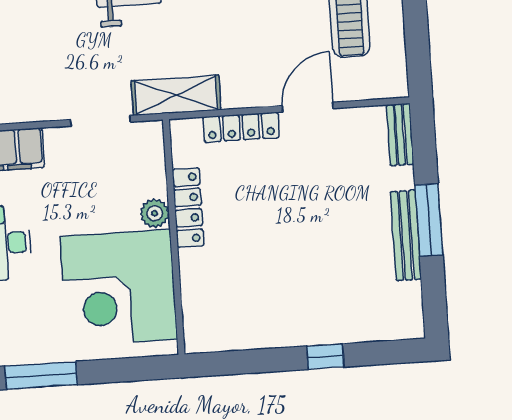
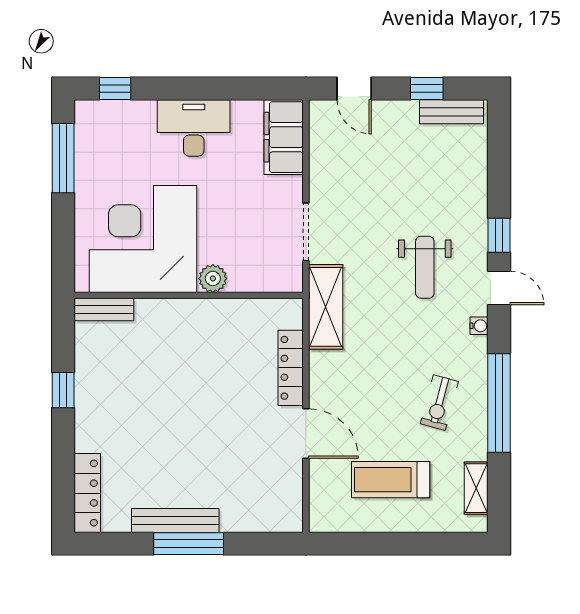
bench: (400, 135) -> (104, 310), moved
locker: (188, 208) -> (87, 493), moved, turned -90
window: (325, 357) -> (63, 390), moved

